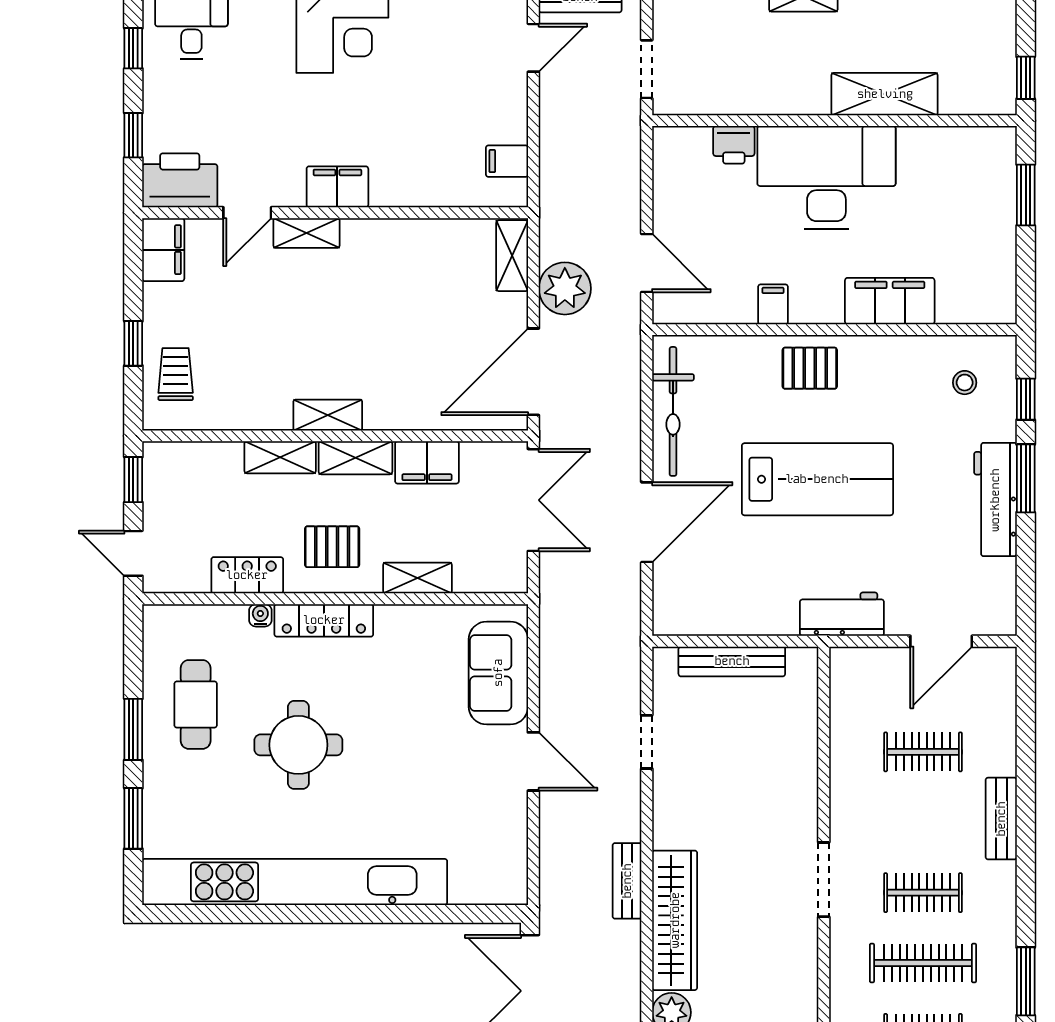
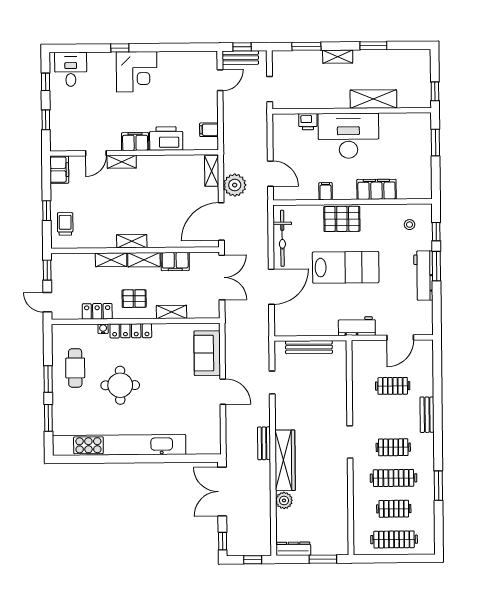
printer: (180, 180) -> (166, 138), moved
pallet: (810, 368) -> (342, 219), width x1.50, depth x1.42

